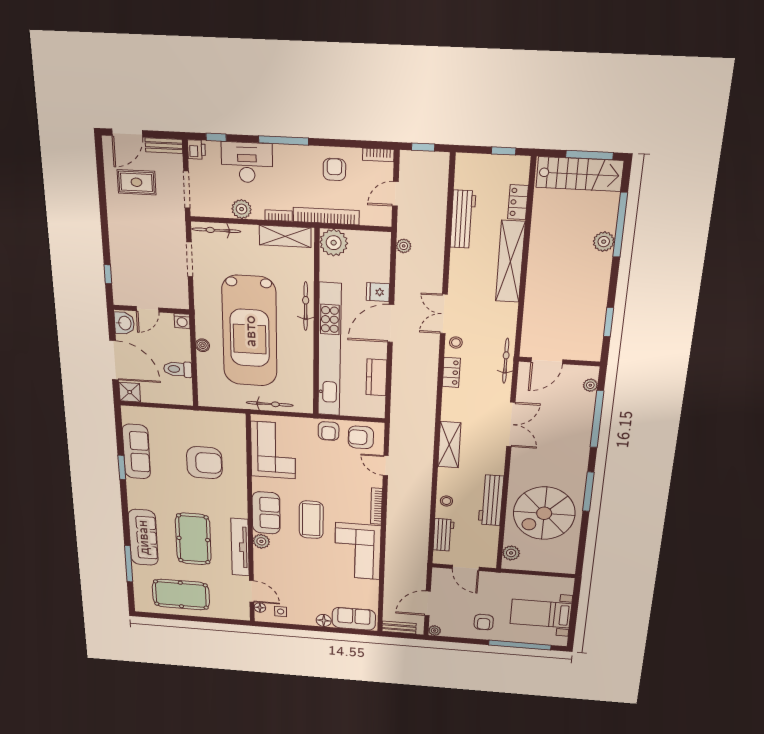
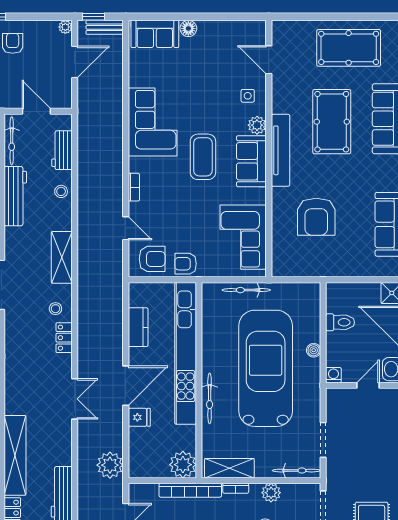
plant: (404, 246) -> (110, 465), width x1.87, depth x1.87
stool: (456, 343) -> (55, 309), moved
bicycle: (506, 361) -> (12, 141), moved
armchair: (329, 431) -> (186, 264), turned -90
armchair: (204, 463) -> (316, 217), turned -90
bookcase: (376, 506) -> (134, 187), width x0.64
tv unit: (240, 547) -> (281, 150), moved
floor lamp: (260, 608) -> (260, 39), removed
side table: (281, 612) -> (248, 96), moved
window: (409, 636) -> (93, 17), added

